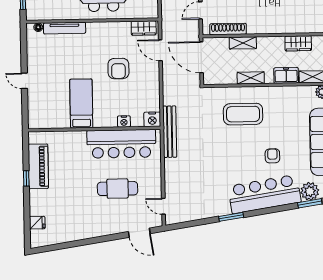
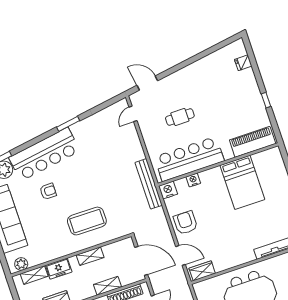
armchair: (118, 69) -> (185, 223), moved
bed: (81, 104) -> (242, 182), width x1.50
armchair: (272, 156) -> (48, 191), turned -90
piano: (38, 166) -> (253, 142), moved, turned 90
cafe table: (118, 189) -> (180, 117), width x0.73, depth x0.74
door: (163, 206) -> (133, 114), swing flipped

